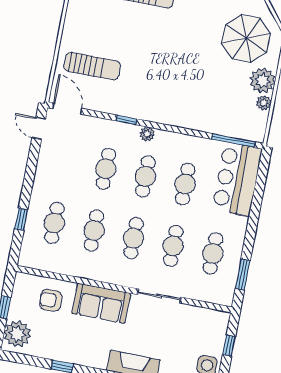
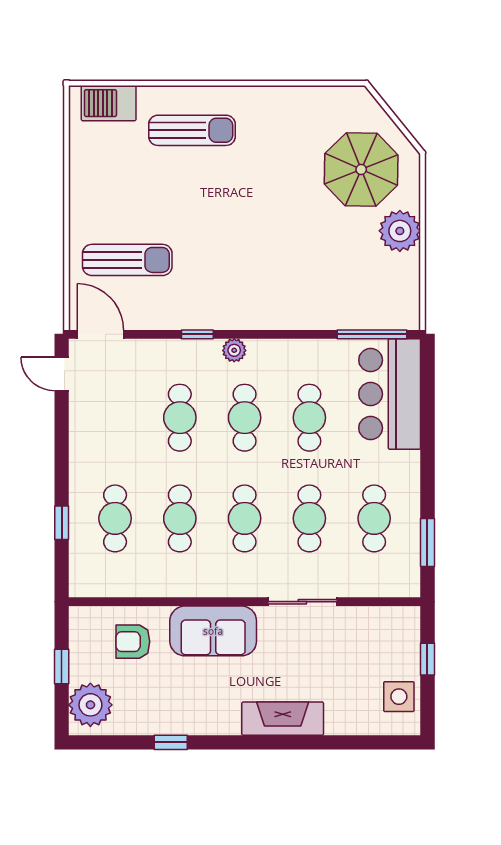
plant: (264, 103) -> (409, 266), removed

